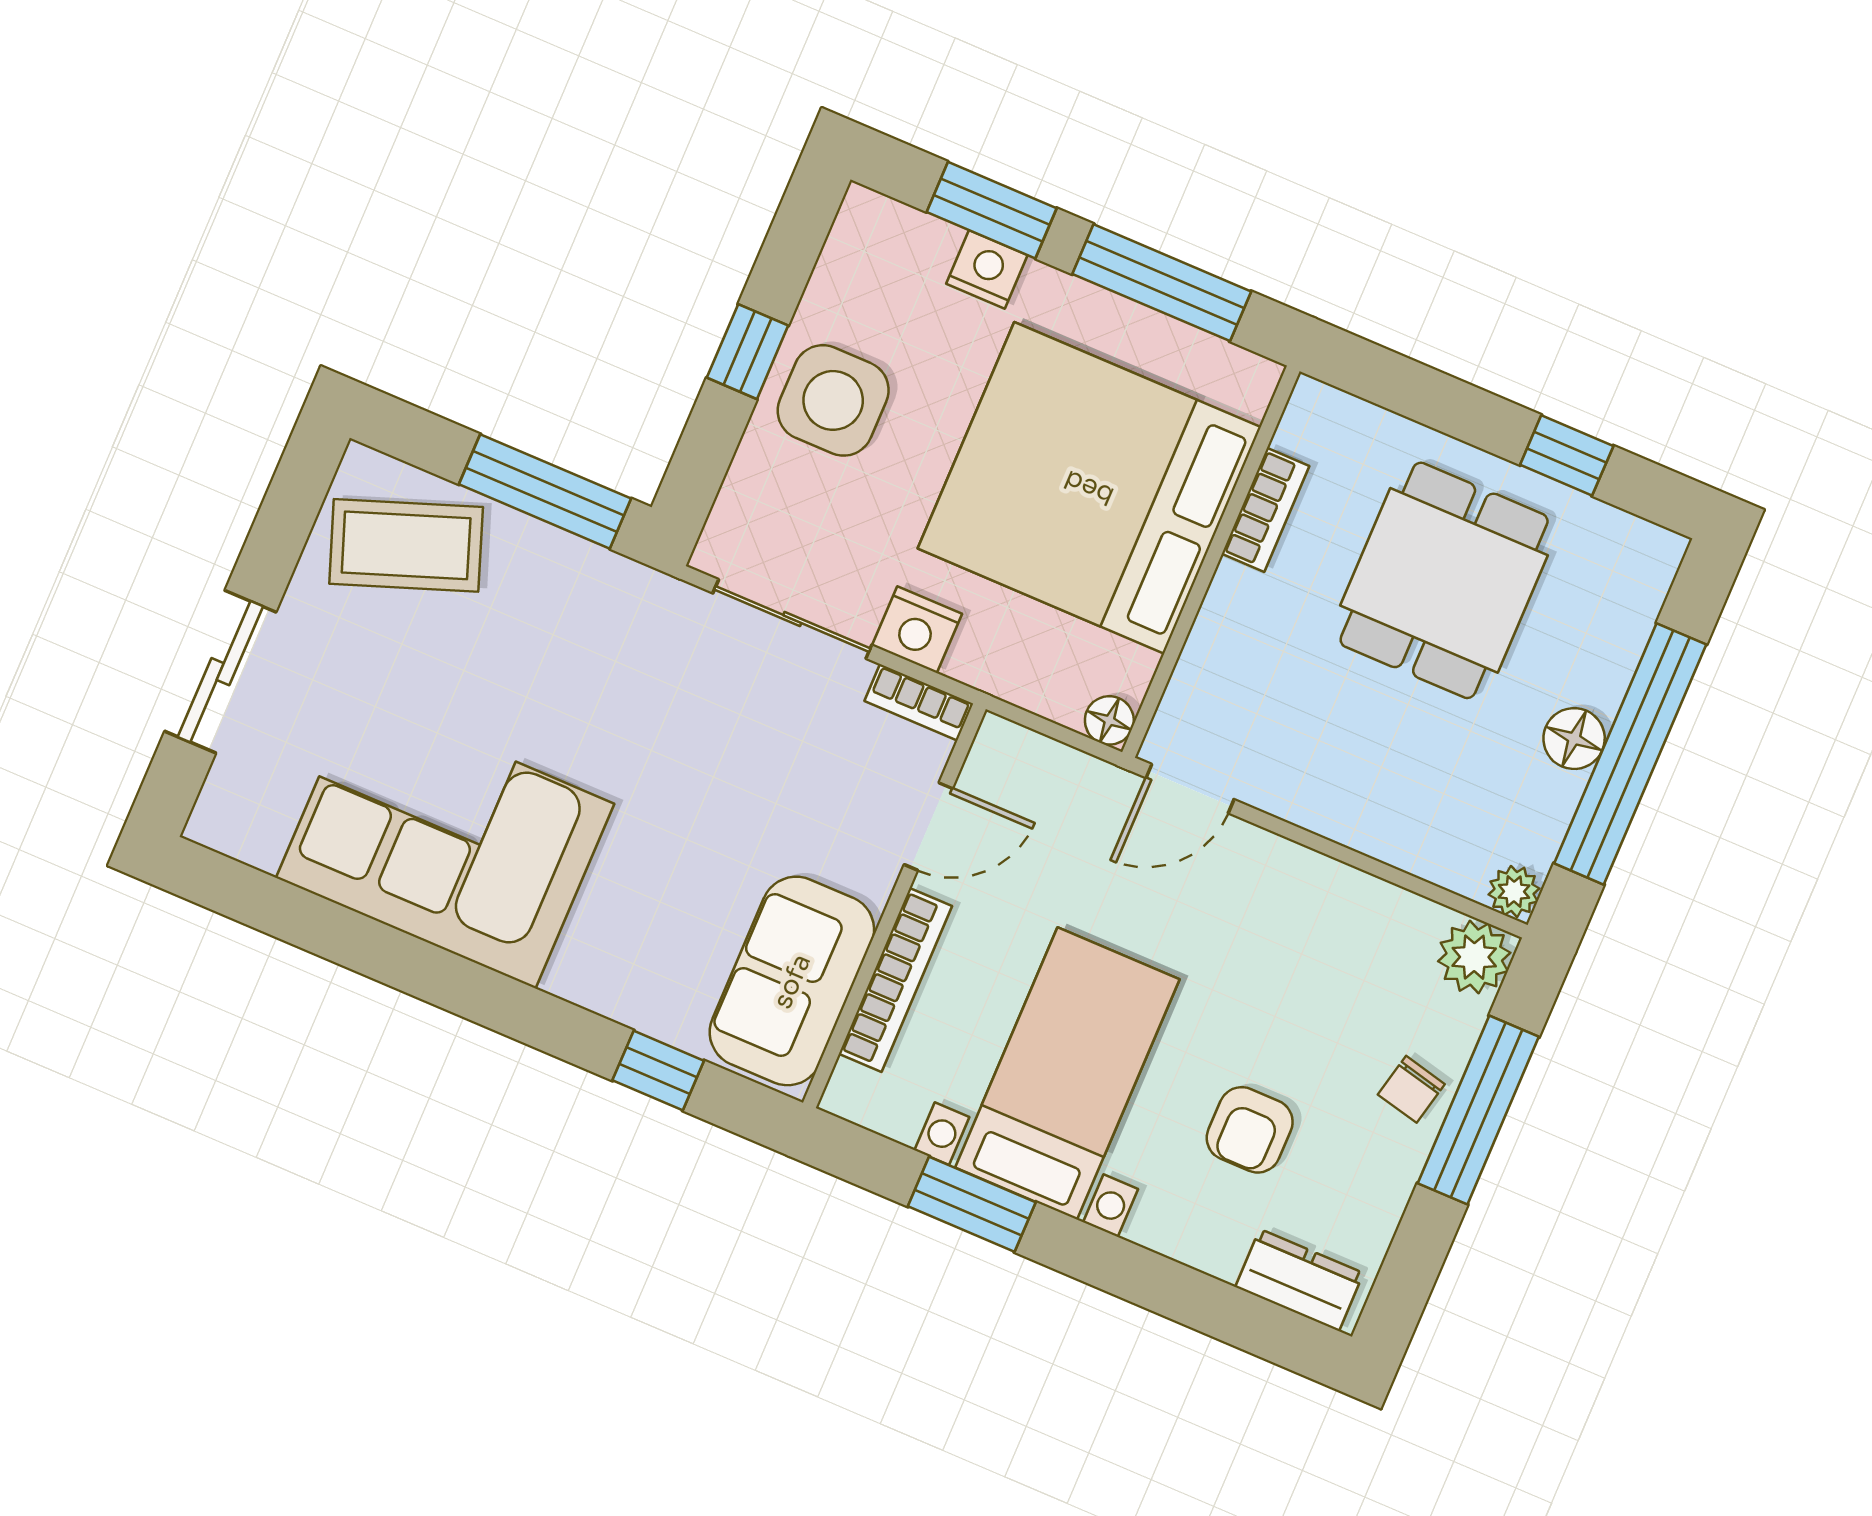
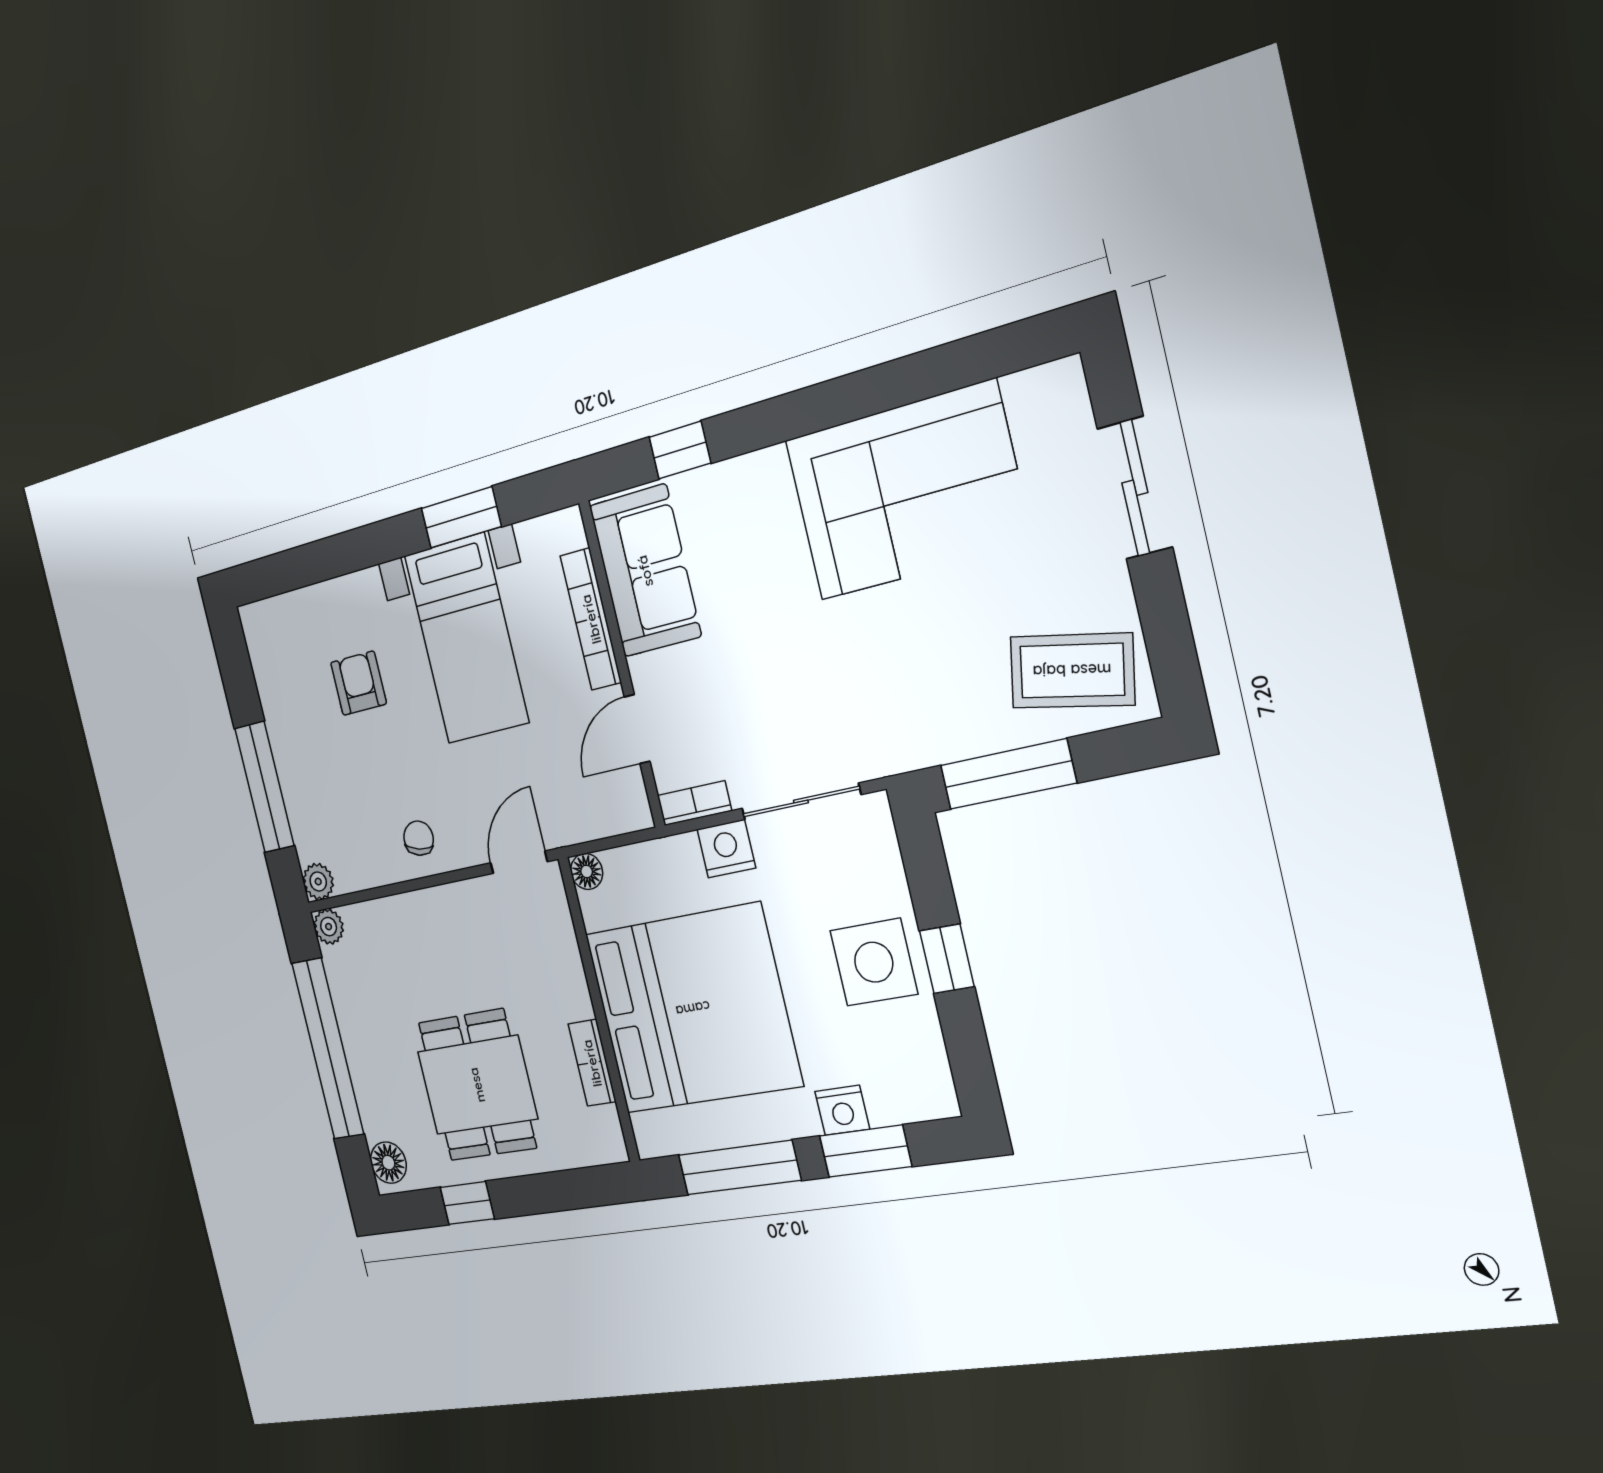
coffee table: (406, 545) -> (1072, 671), turned 31
floor lamp: (1574, 739) -> (388, 1163), moved
plant: (1474, 957) -> (318, 882), width x0.73, depth x0.73
chair: (1411, 1089) -> (419, 838), moved
dresser: (1299, 1280) -> (280, 617), removed

